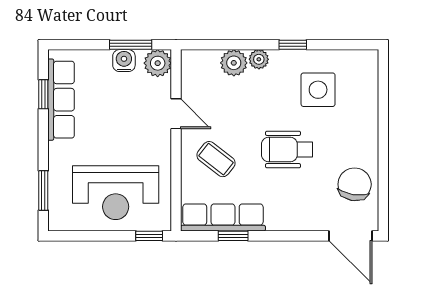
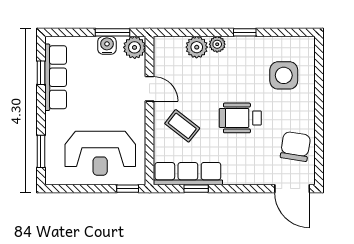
side table: (318, 90) -> (284, 75), moved

